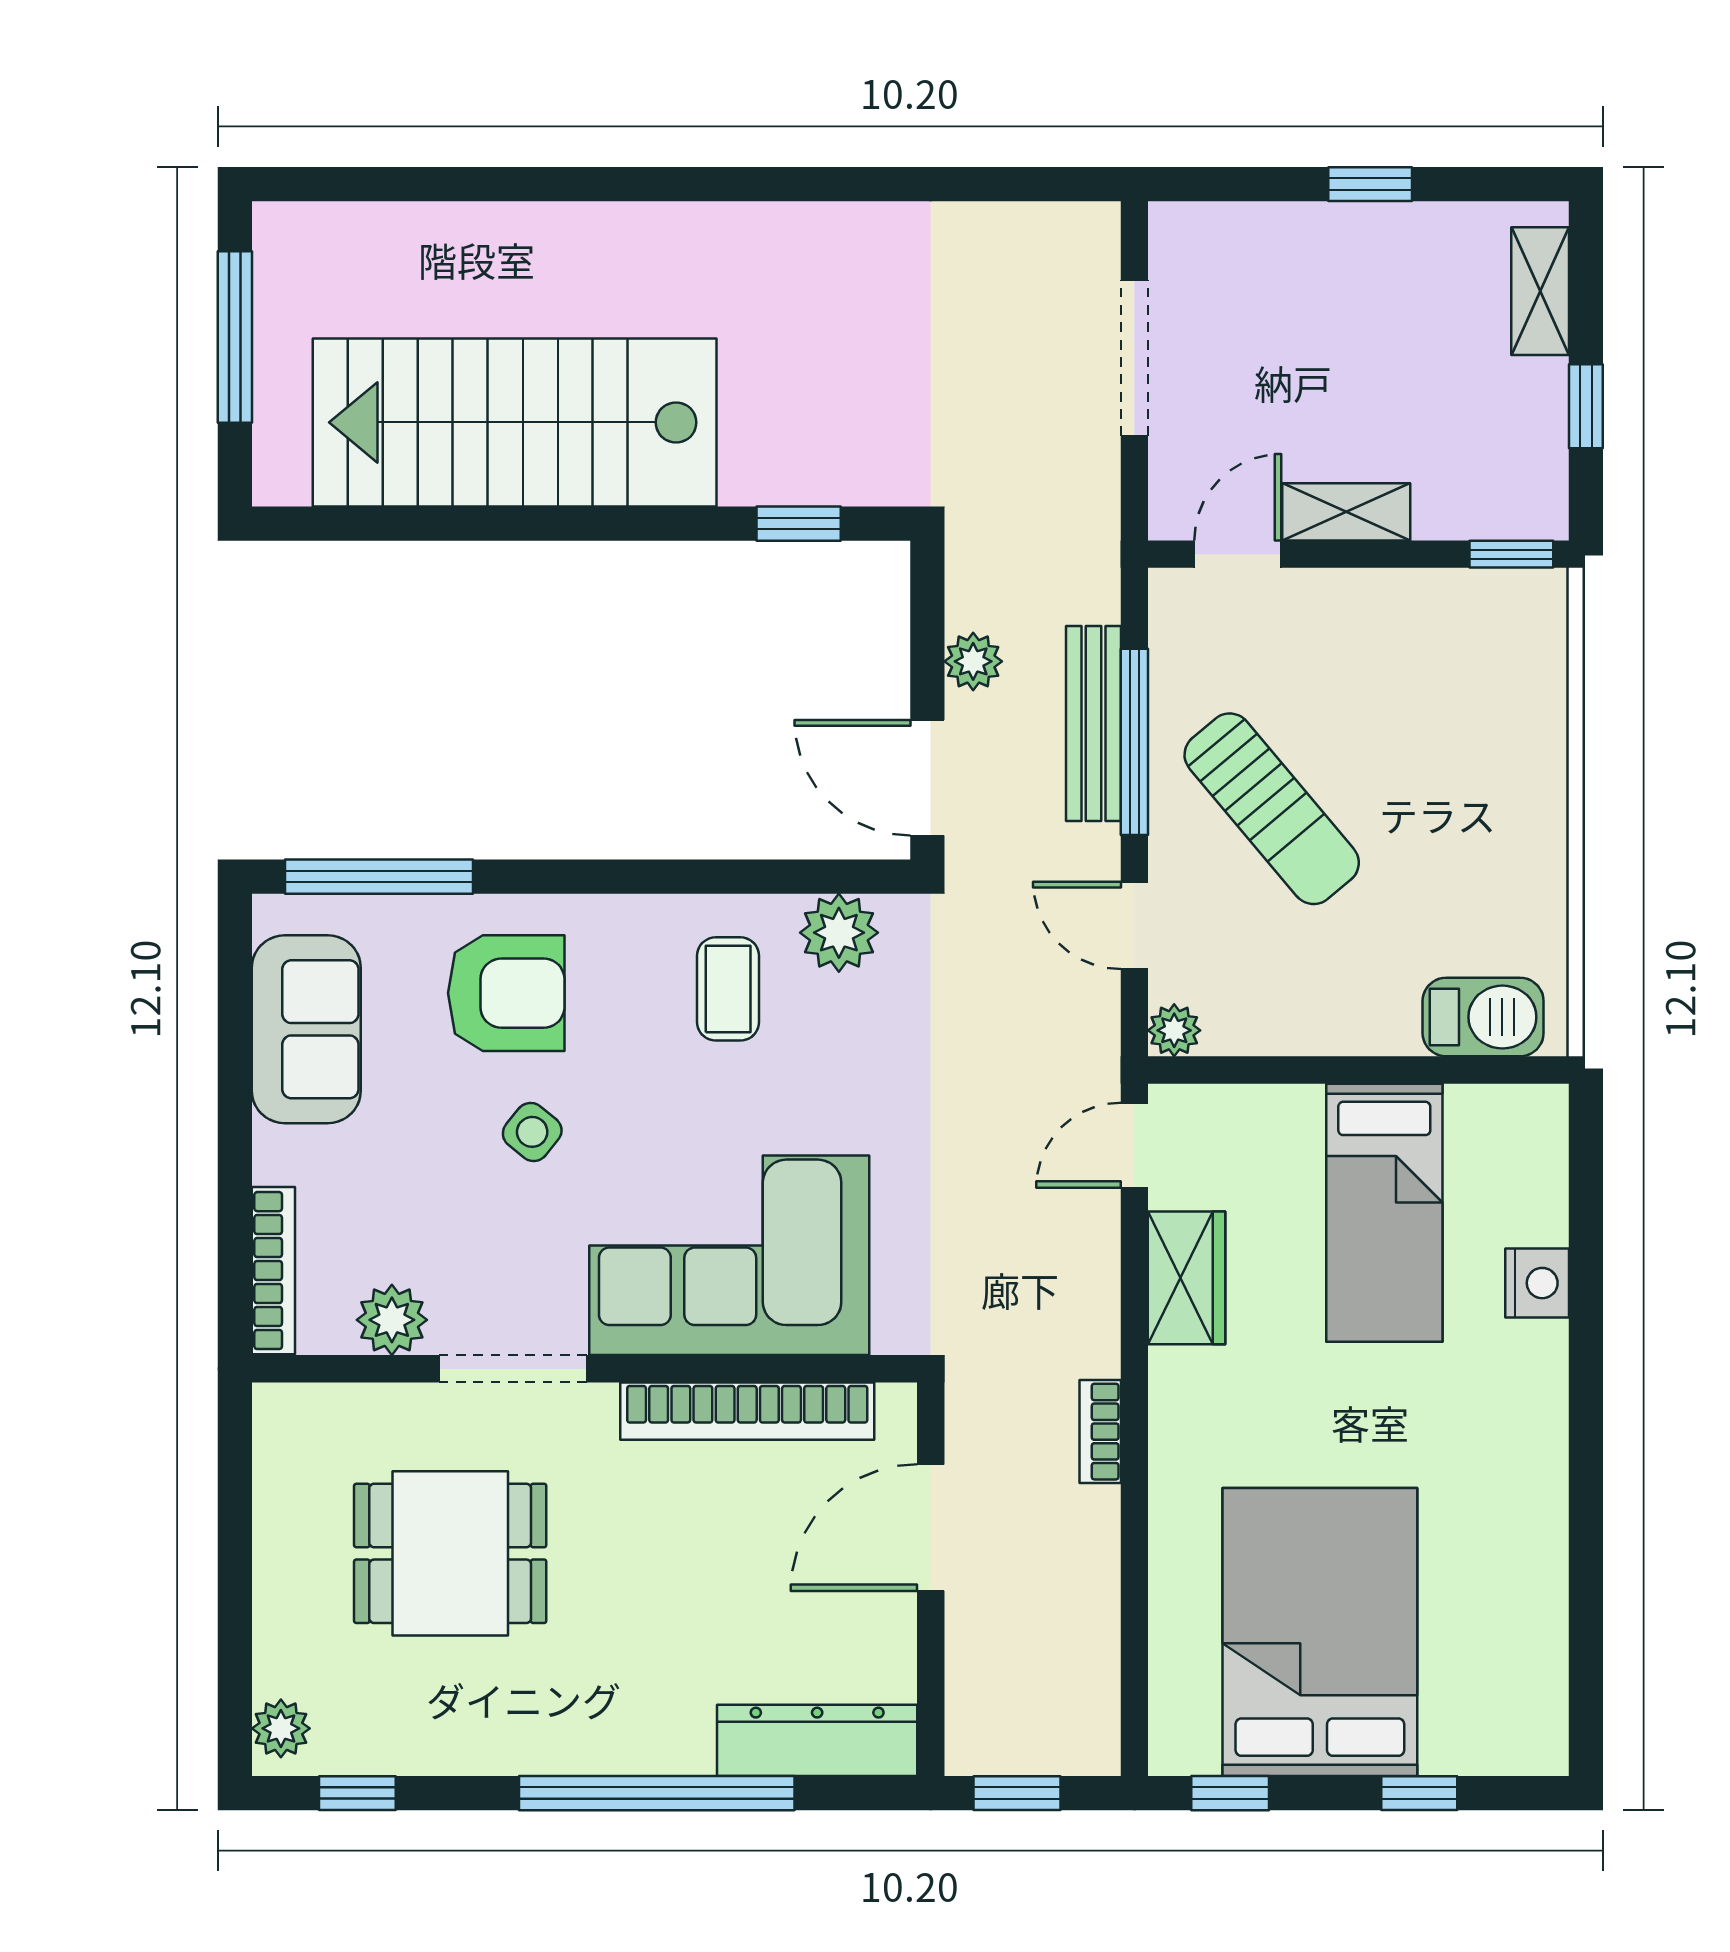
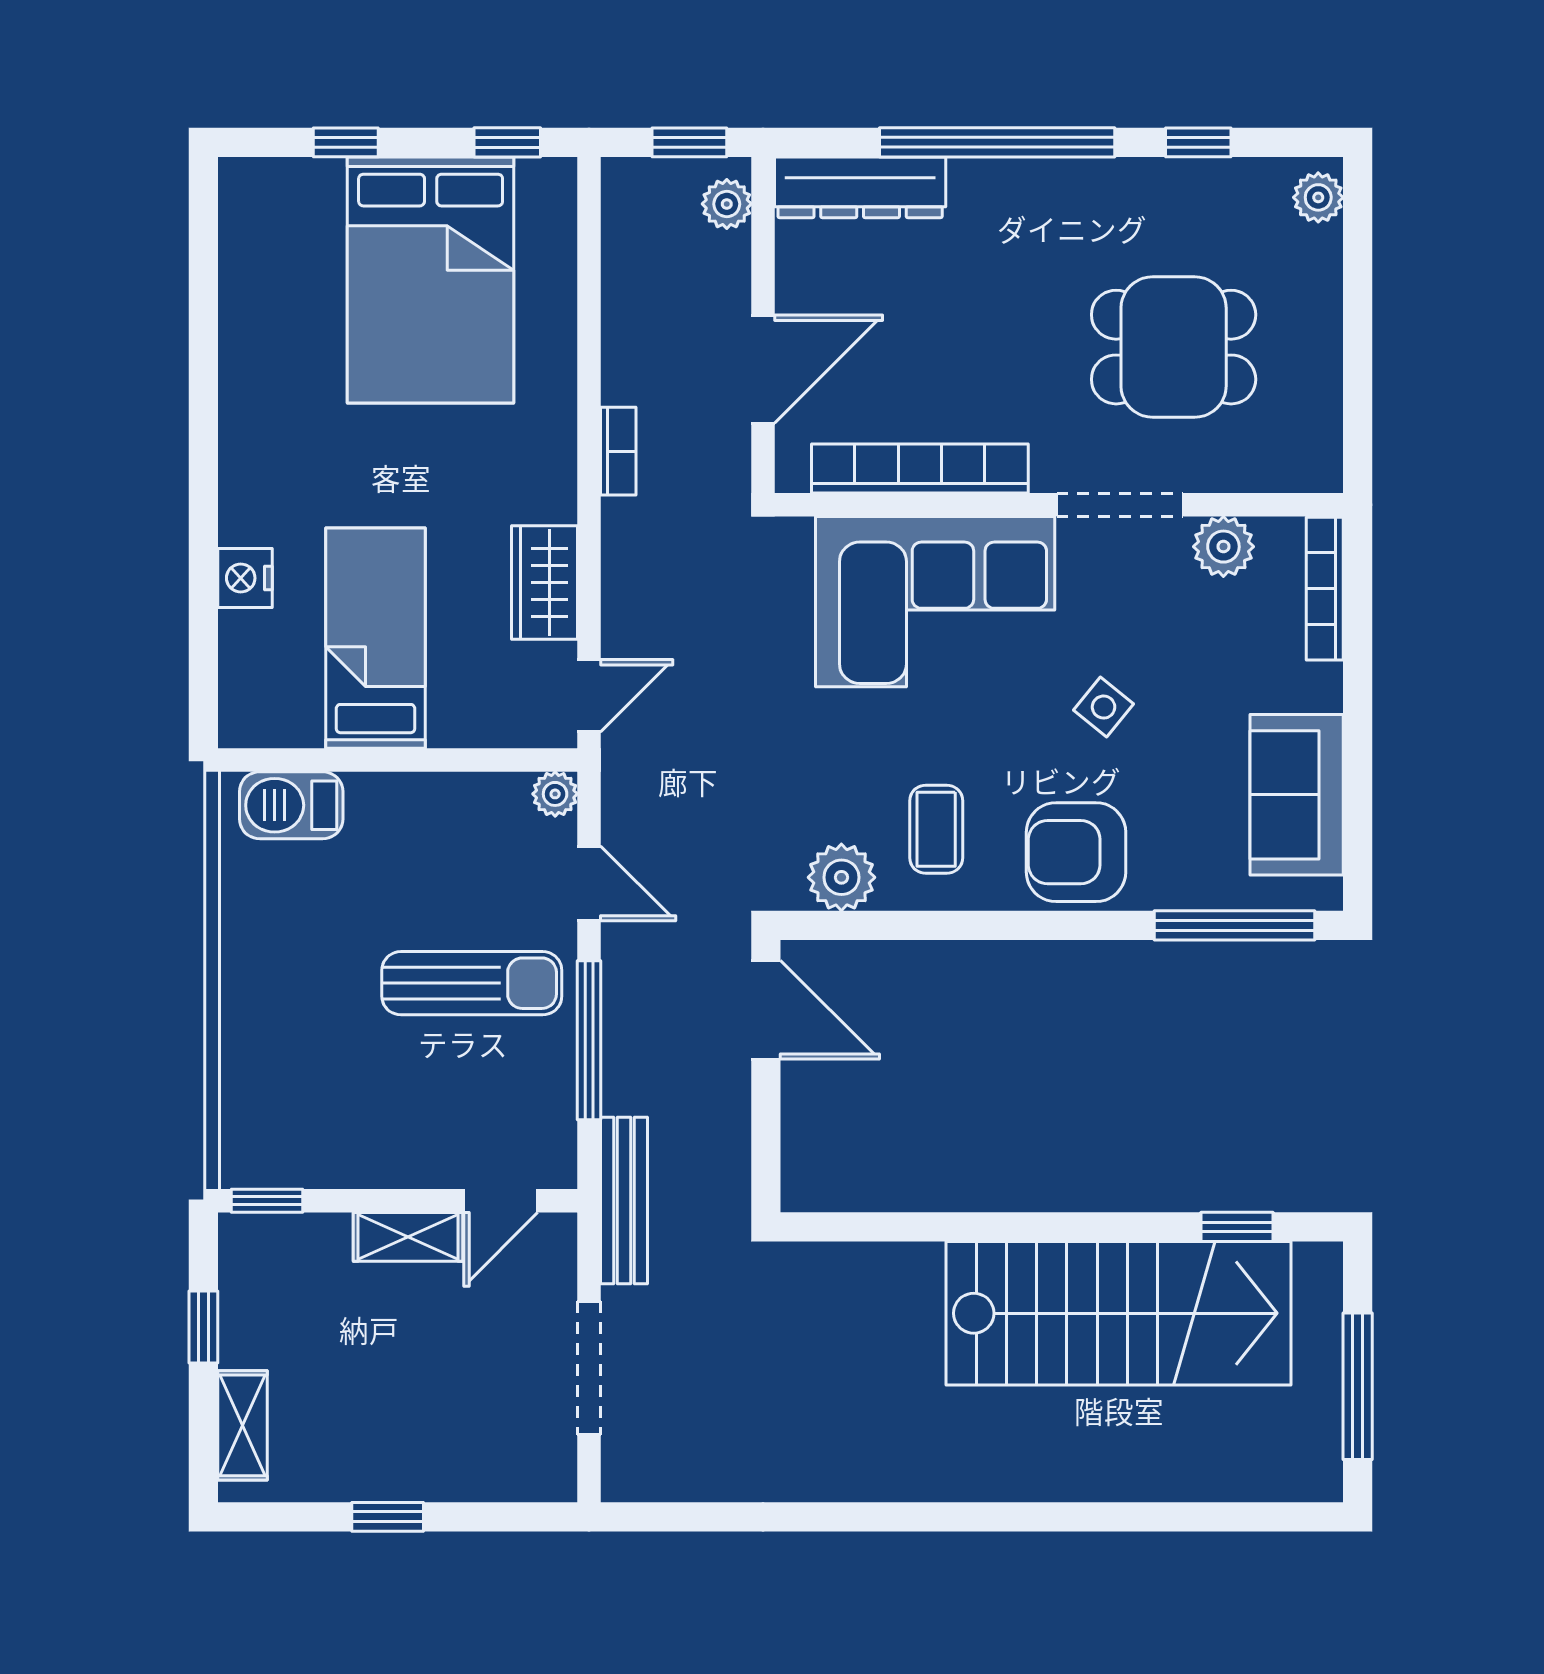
window: (799, 524) -> (1237, 1227), moved
plant: (973, 661) -> (727, 204), moved
bench: (1094, 724) -> (624, 1201), moved
sun lounger: (1272, 809) -> (472, 983), turned 130
armchair: (506, 993) -> (1076, 852), moved
window: (357, 1793) -> (1198, 142), moved

